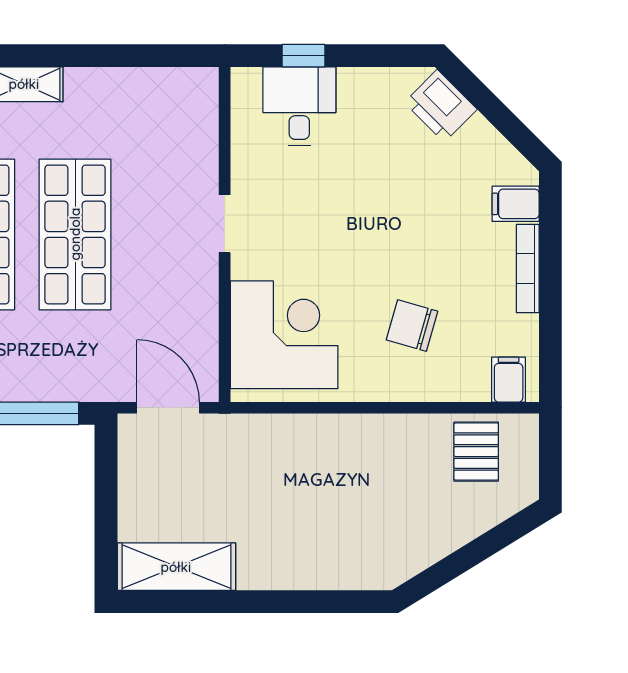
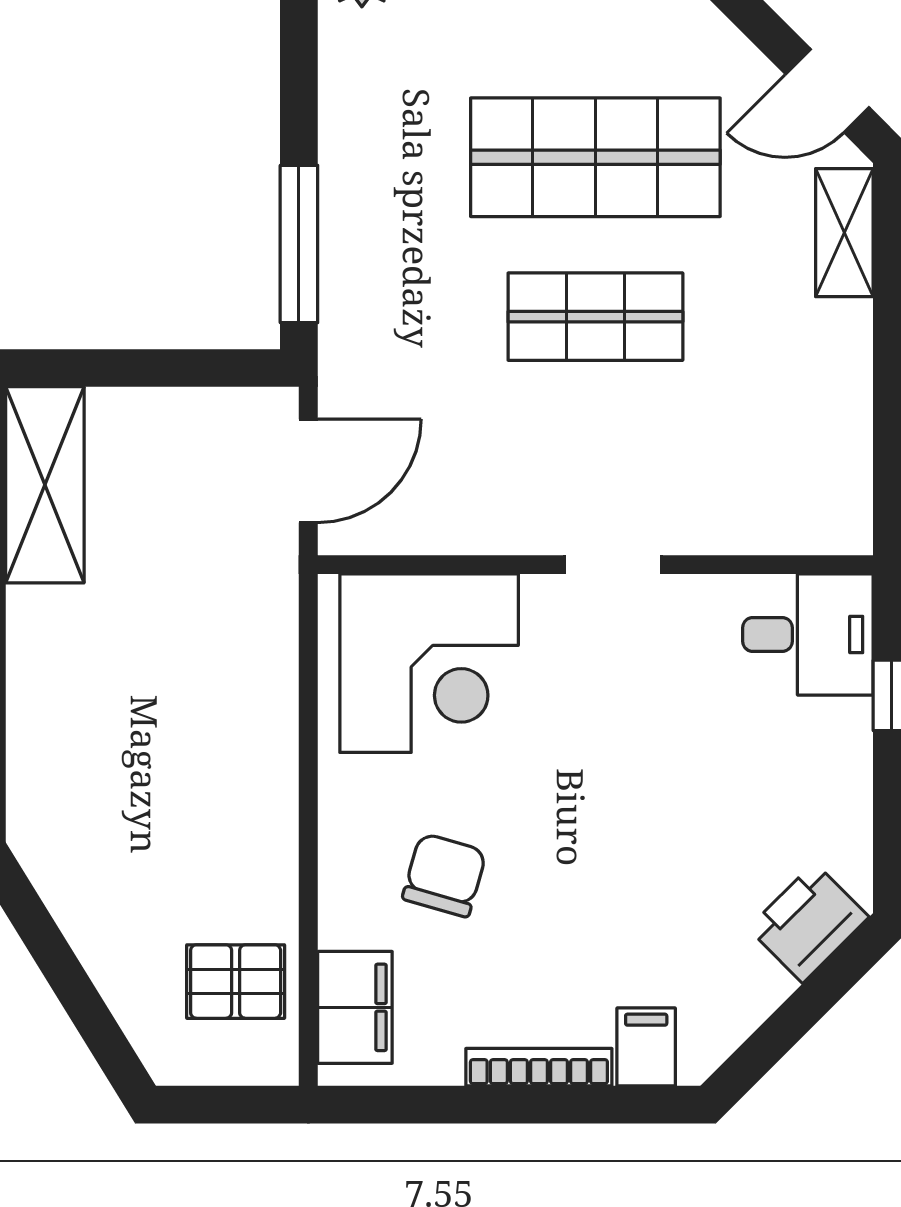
desk: (299, 106) -> (808, 634), moved
shop shelf: (75, 234) -> (595, 317), width x0.70, depth x0.74
filing cabinet: (509, 380) -> (355, 1007), width x2.00

